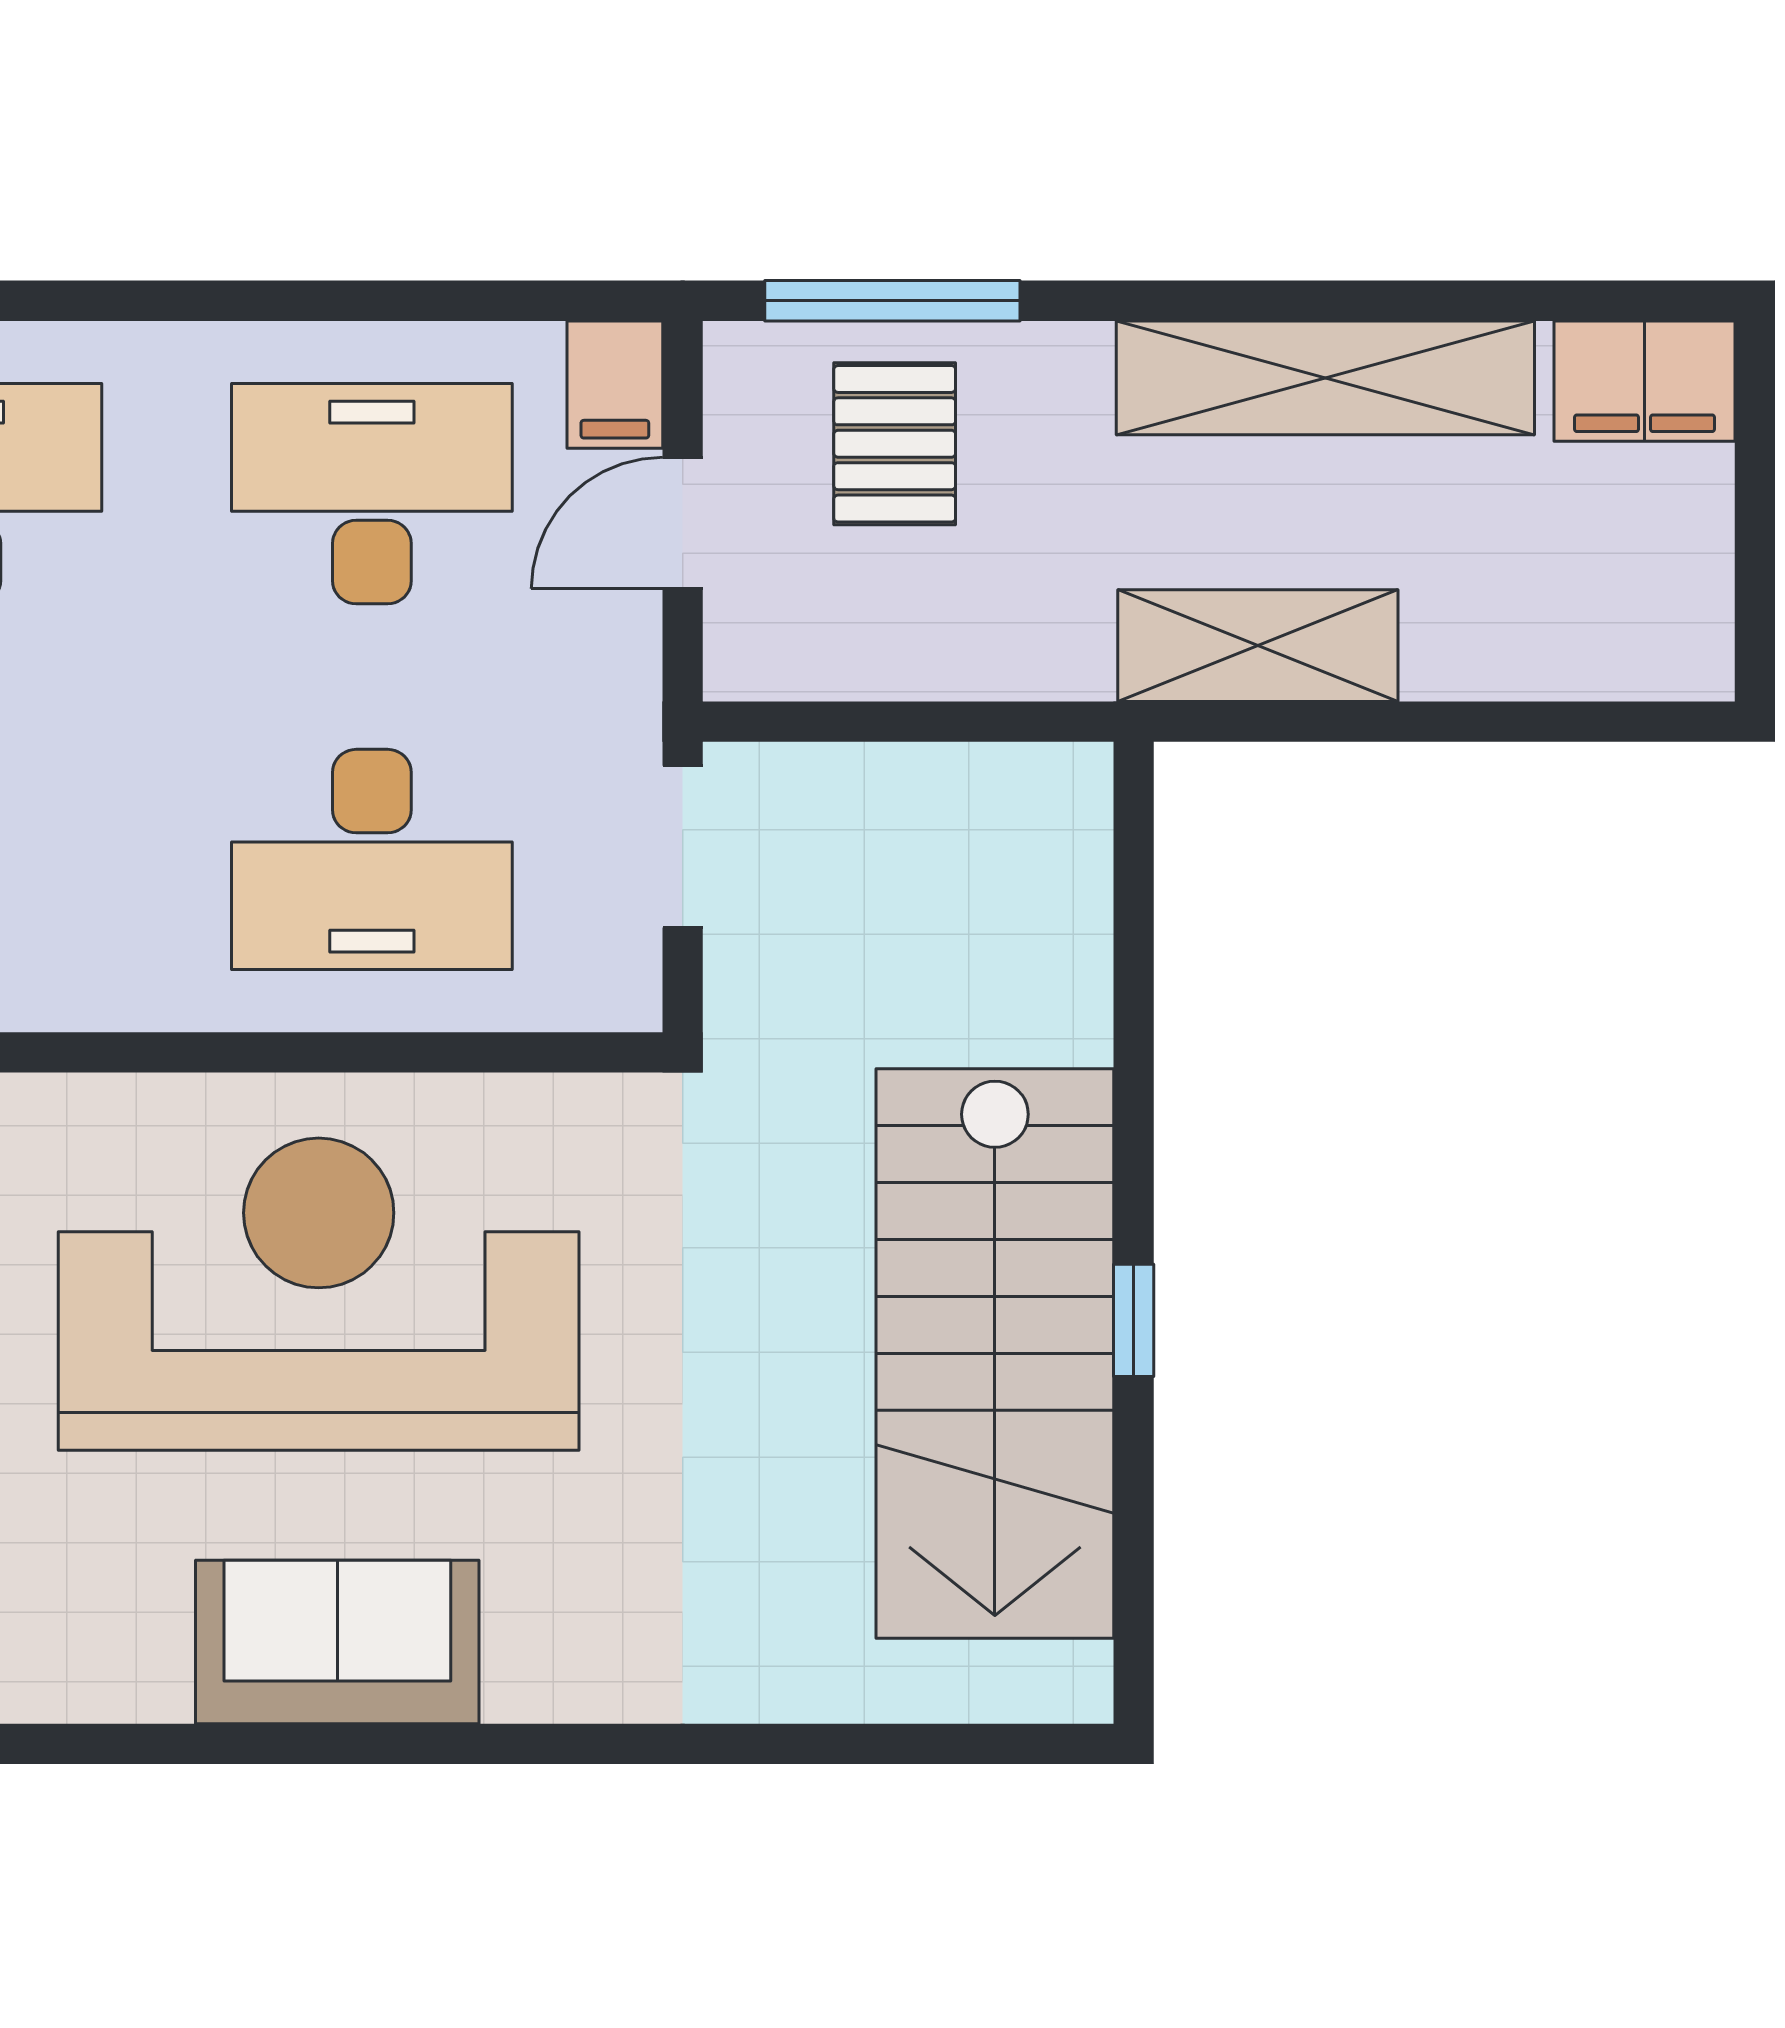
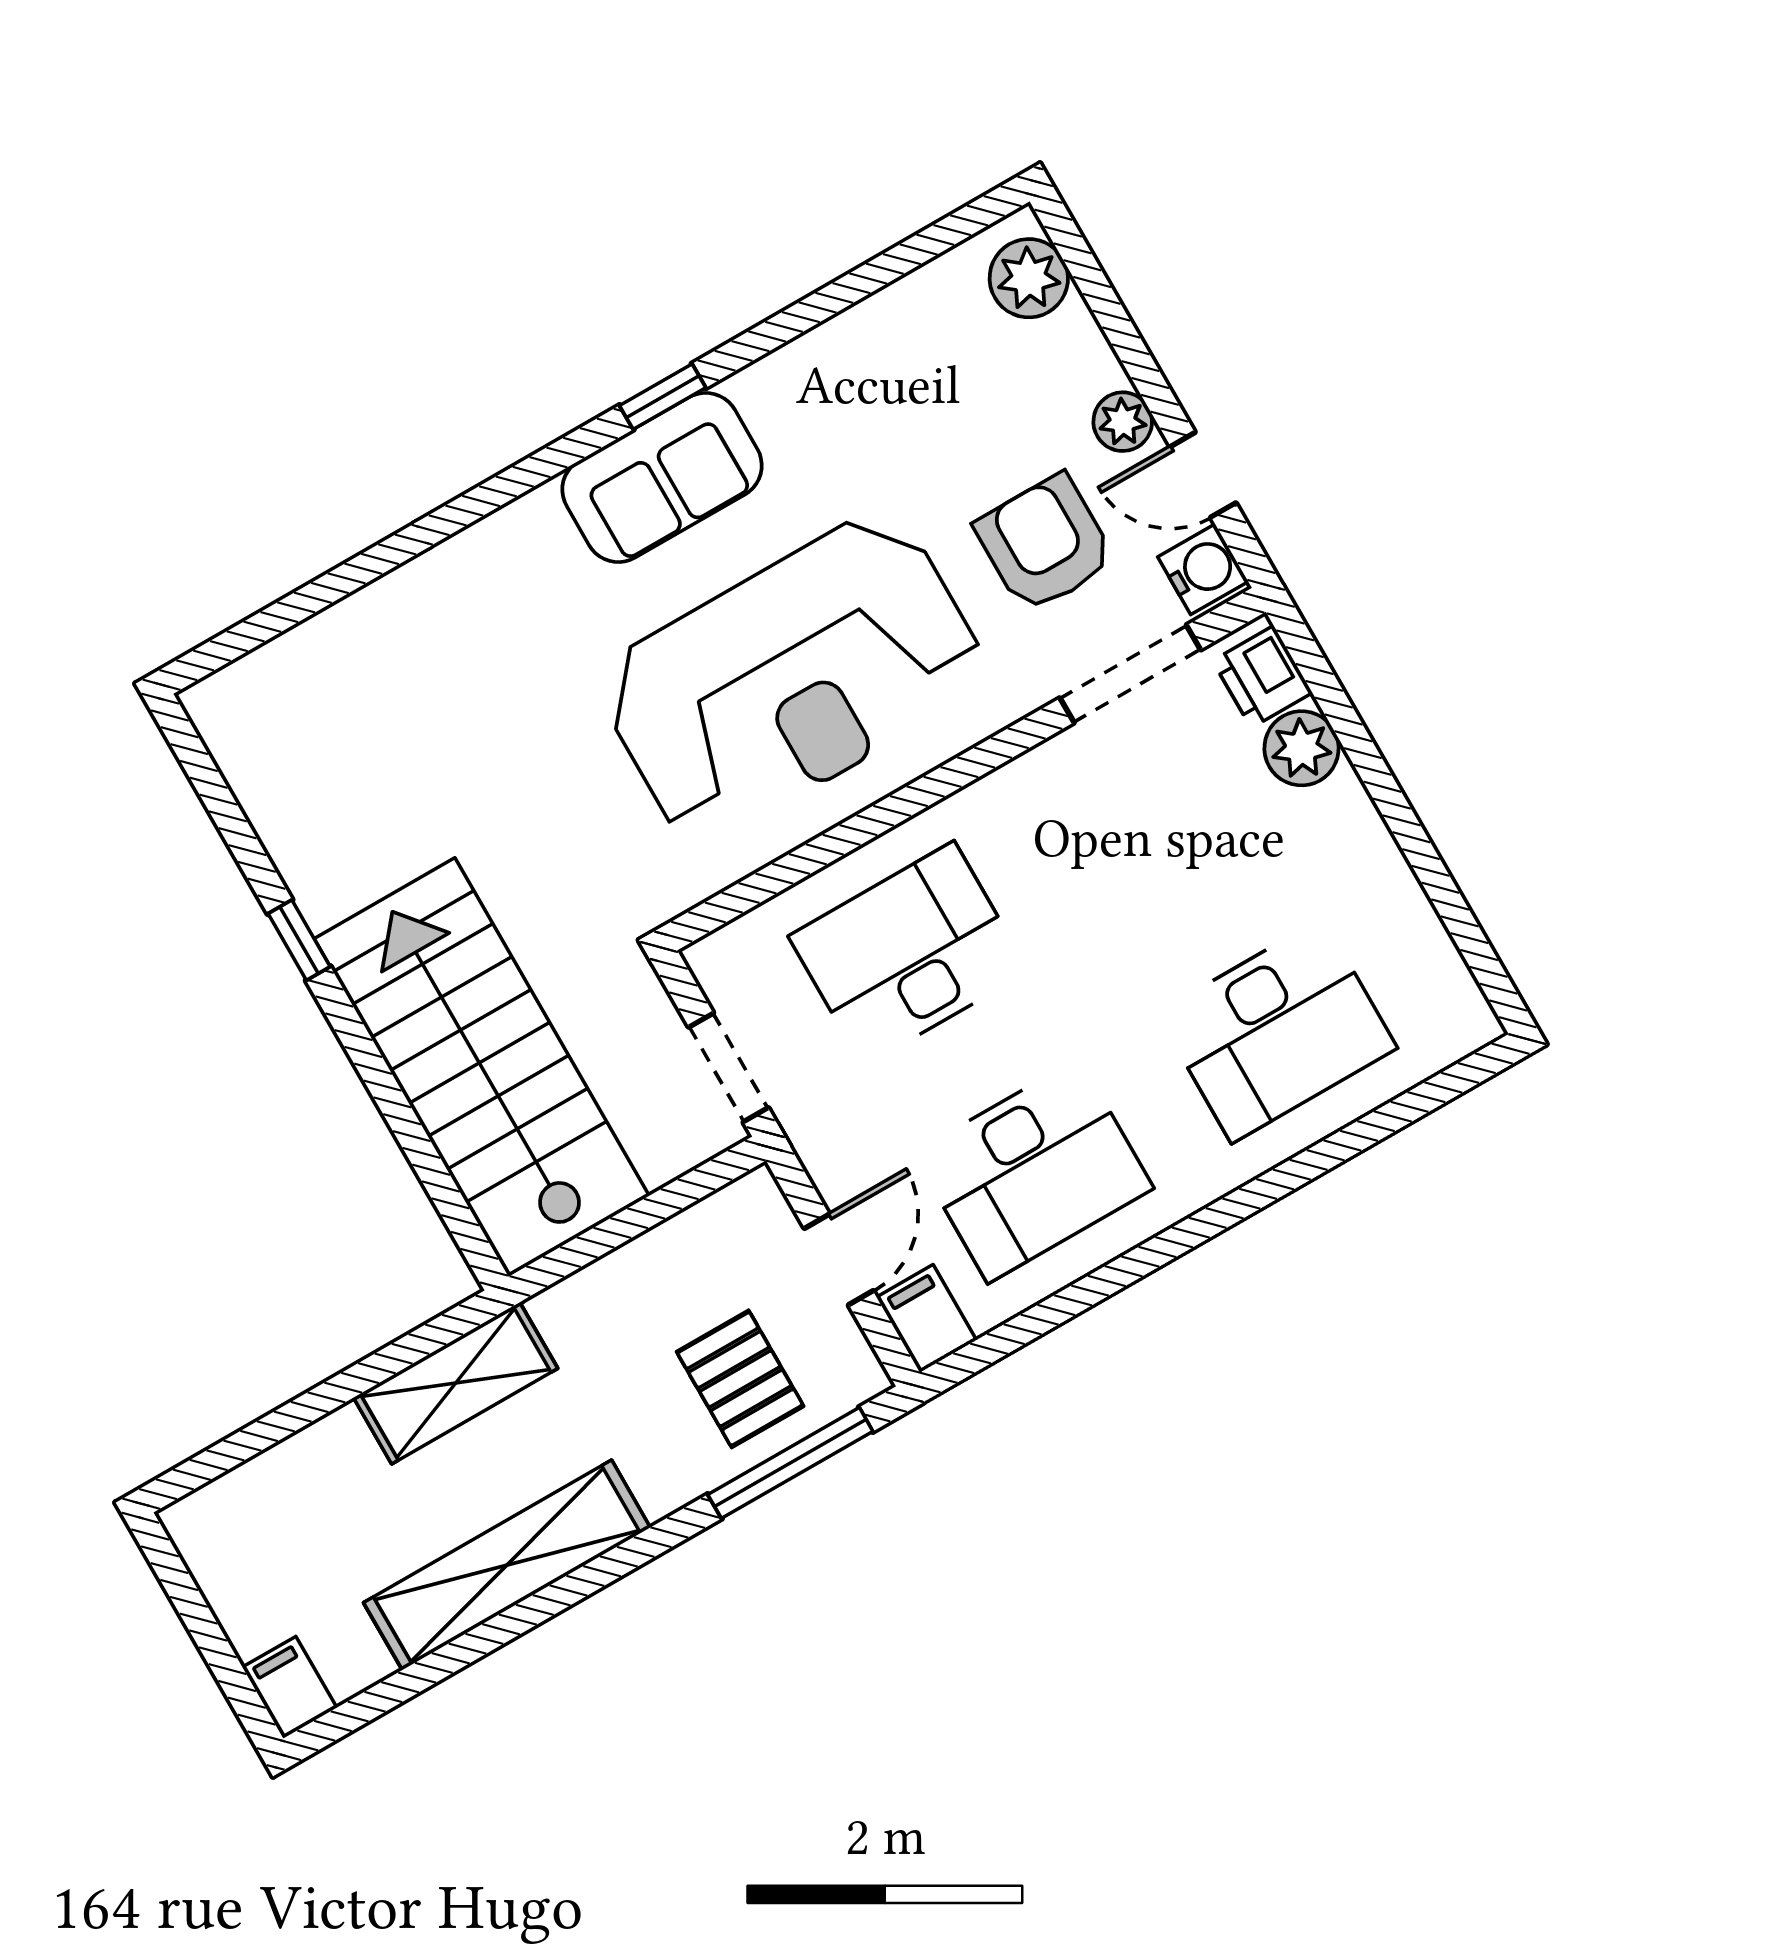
filing cabinet: (1645, 381) -> (290, 1687), width x0.50
stairs: (995, 1354) -> (482, 1067), moved
window: (278, 1744) -> (663, 397), added

